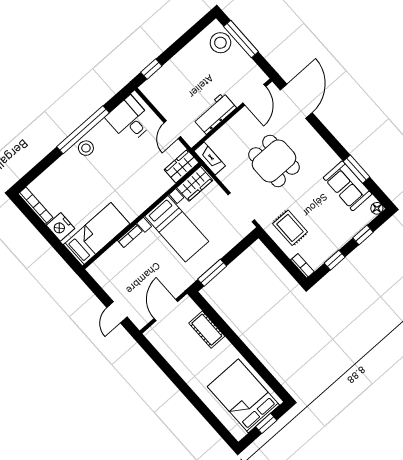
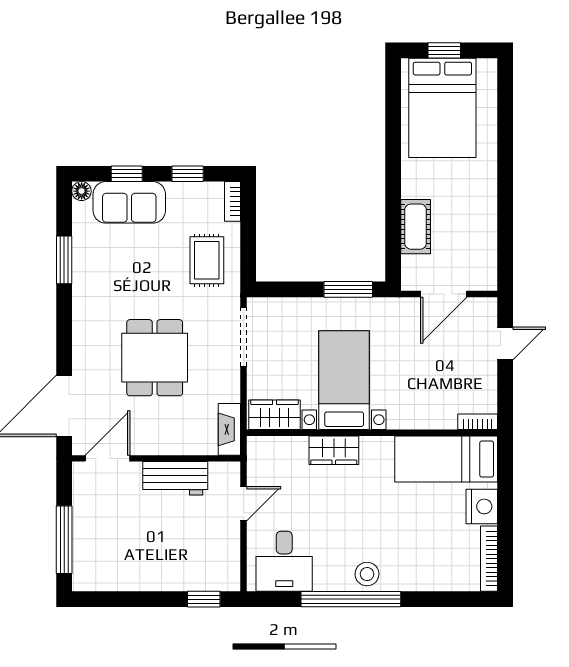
stool: (220, 43) -> (93, 557), removed
wardrobe: (182, 166) -> (334, 450), moved
sofa: (348, 186) -> (129, 202), moved, turned 90
bookcase: (130, 236) -> (478, 422), moved

